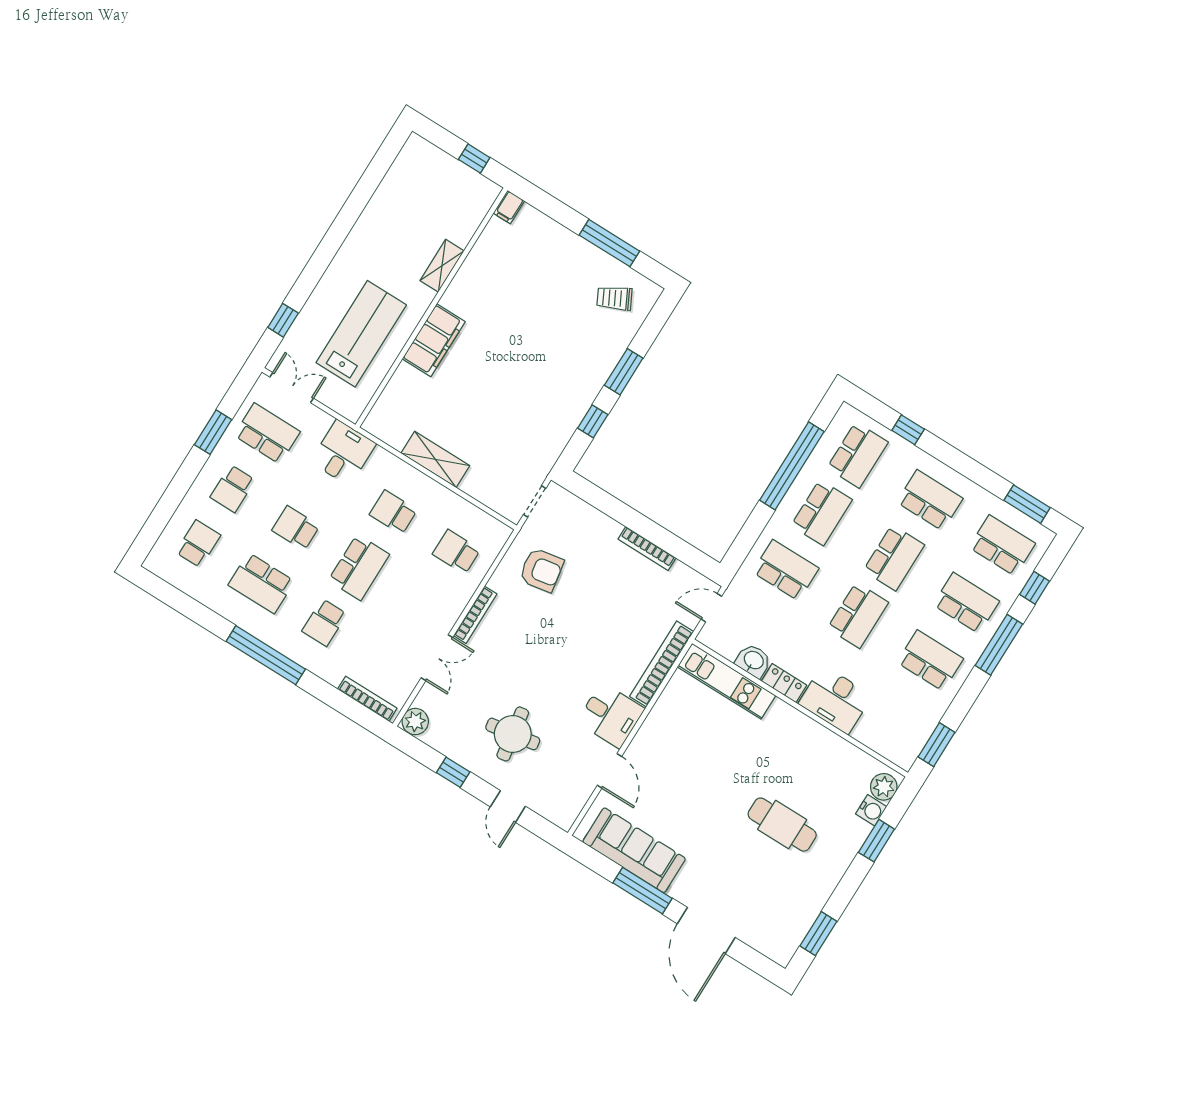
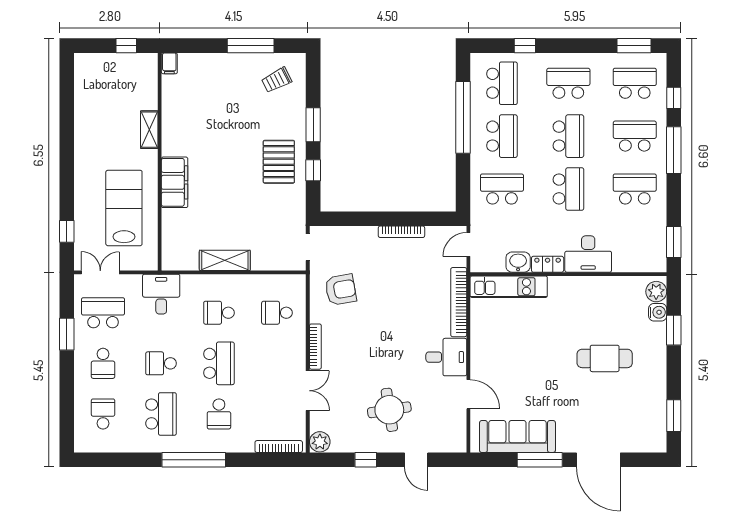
pallet: (561, 389) -> (279, 162), added
school desk: (261, 583) -> (161, 414), turned -90

